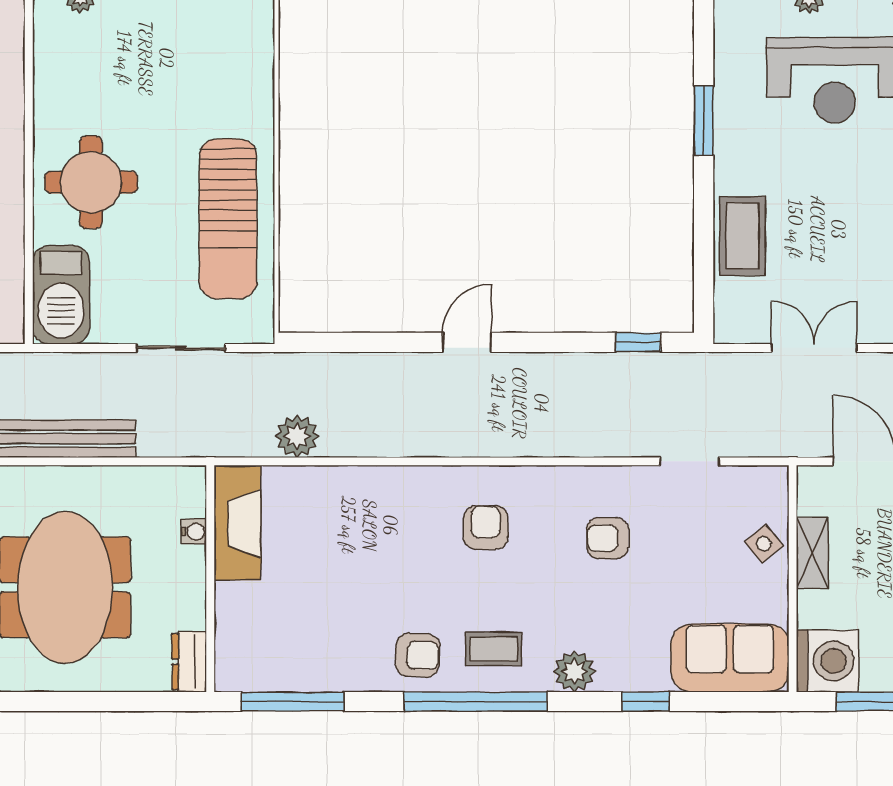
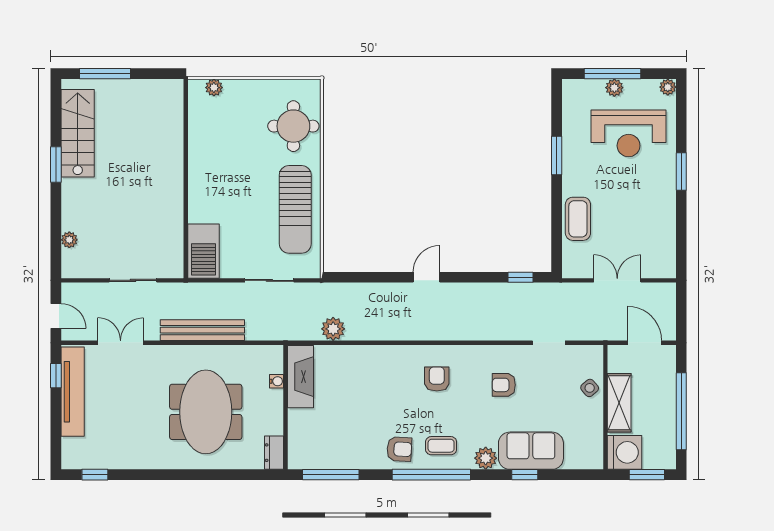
round table: (91, 182) -> (293, 126), moved
shelving: (812, 553) -> (619, 403), width x1.50, depth x1.33
sofa: (730, 658) -> (531, 451), moved

